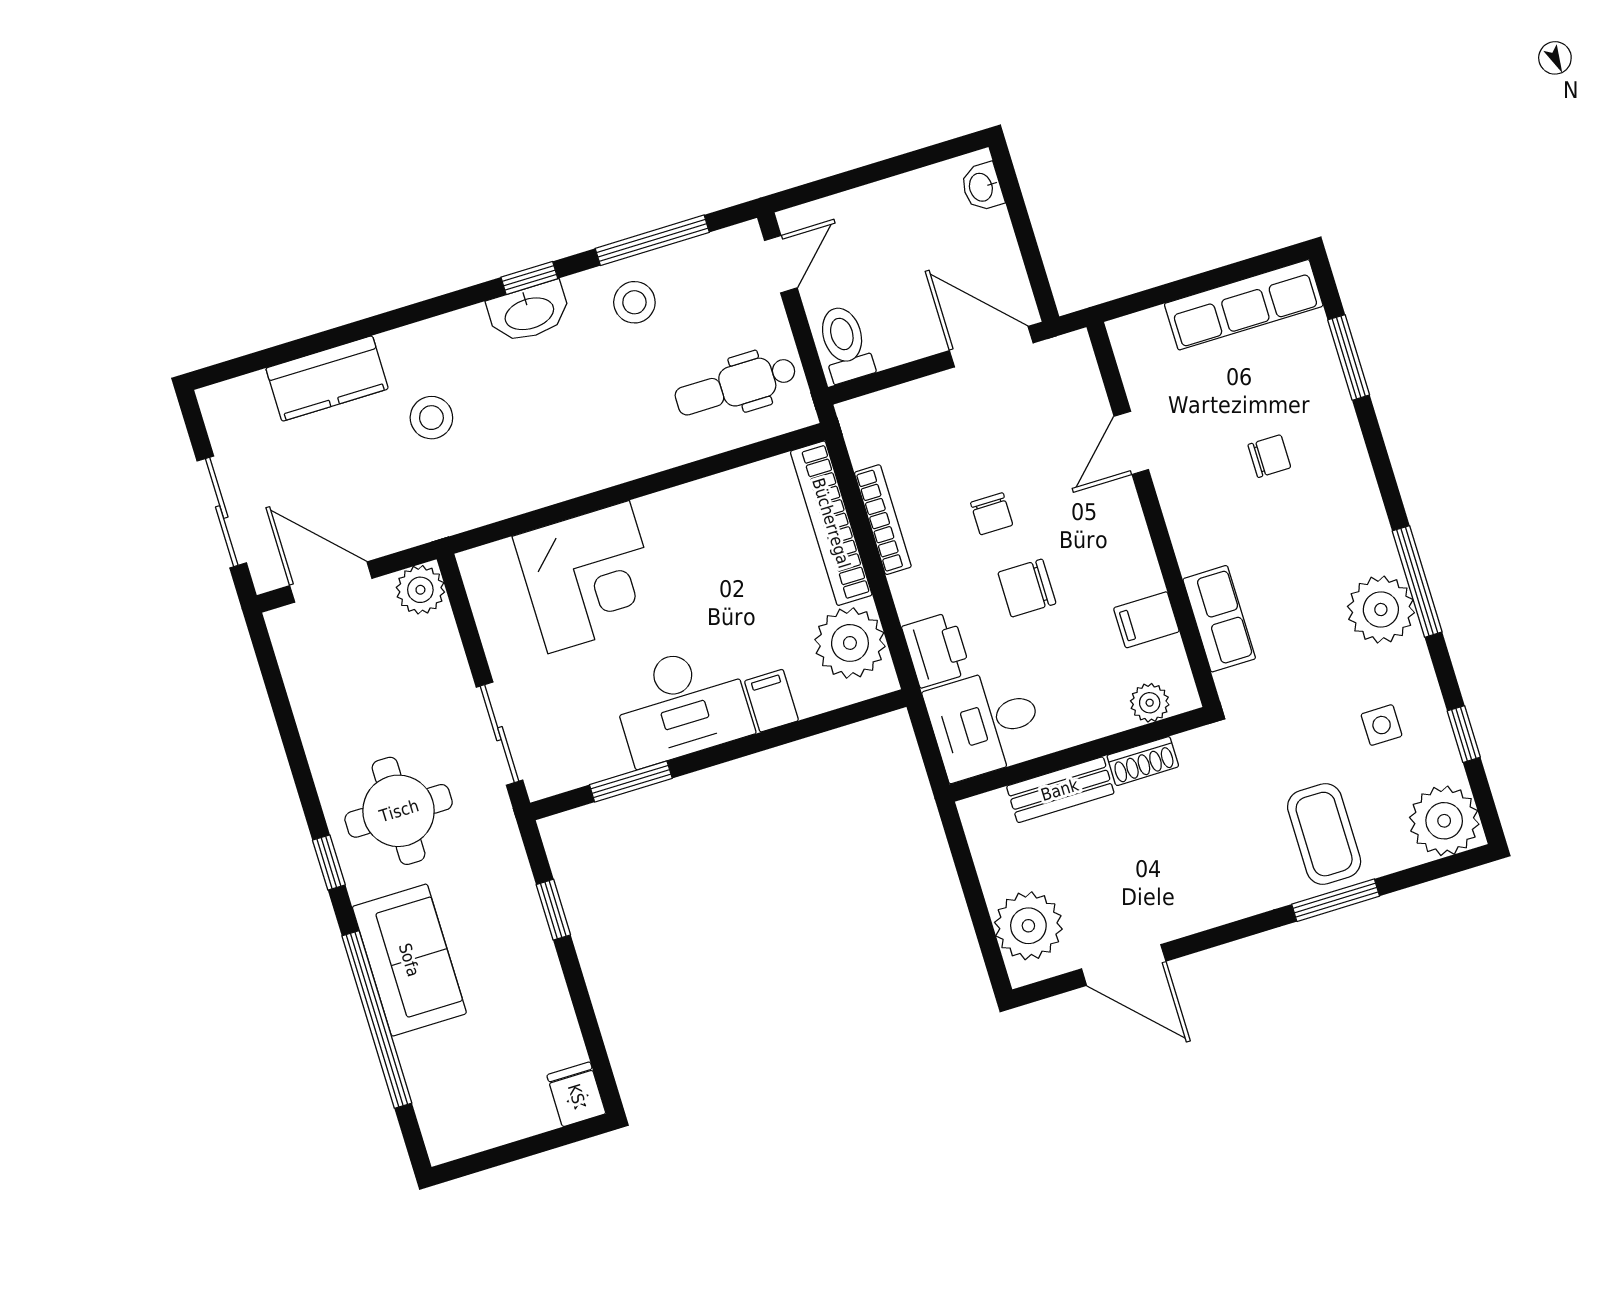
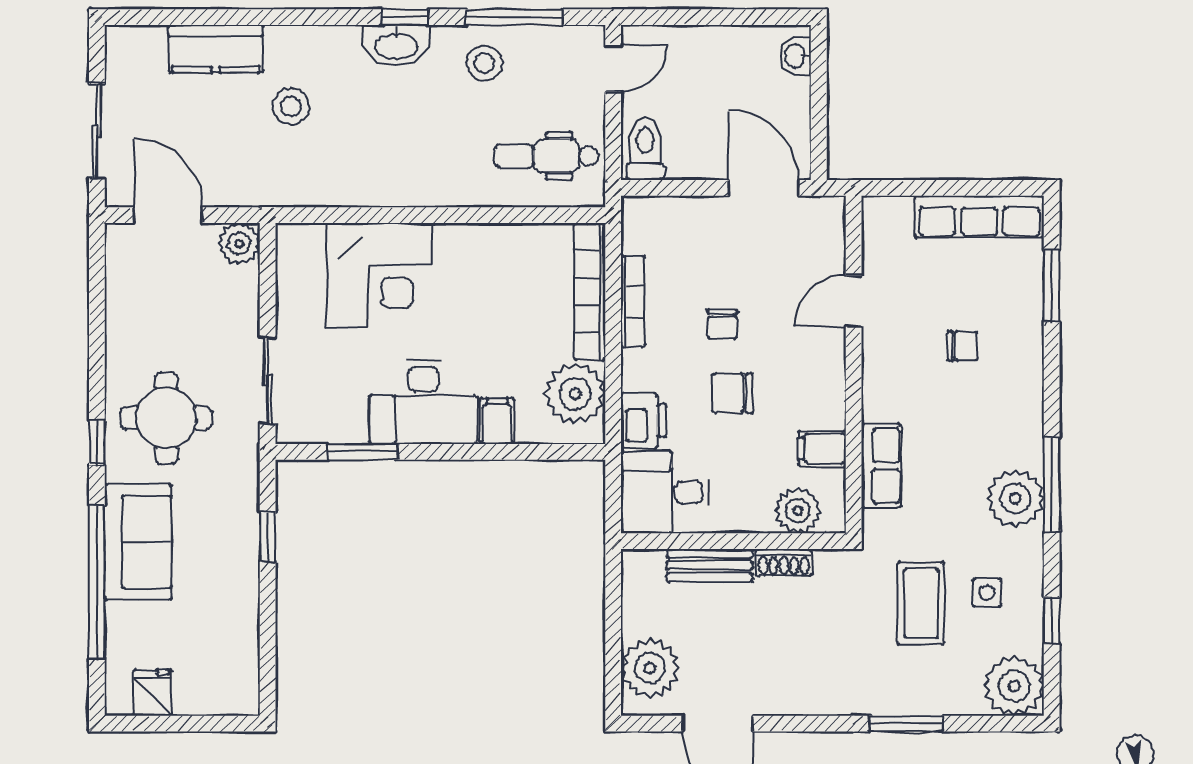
plant: (1150, 703) -> (798, 511), width x1.38, depth x1.38
coffee table: (1324, 834) -> (921, 603), moved
fridge: (576, 1094) -> (153, 693), moved

